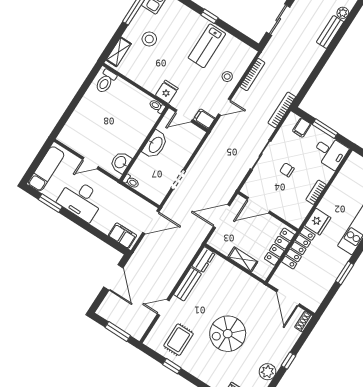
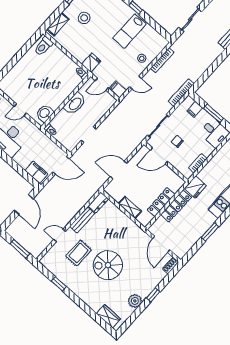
door: (258, 205) -> (159, 156), moved
wall: (268, 211) -> (166, 162), moved
rug: (178, 340) -> (79, 253), moved

